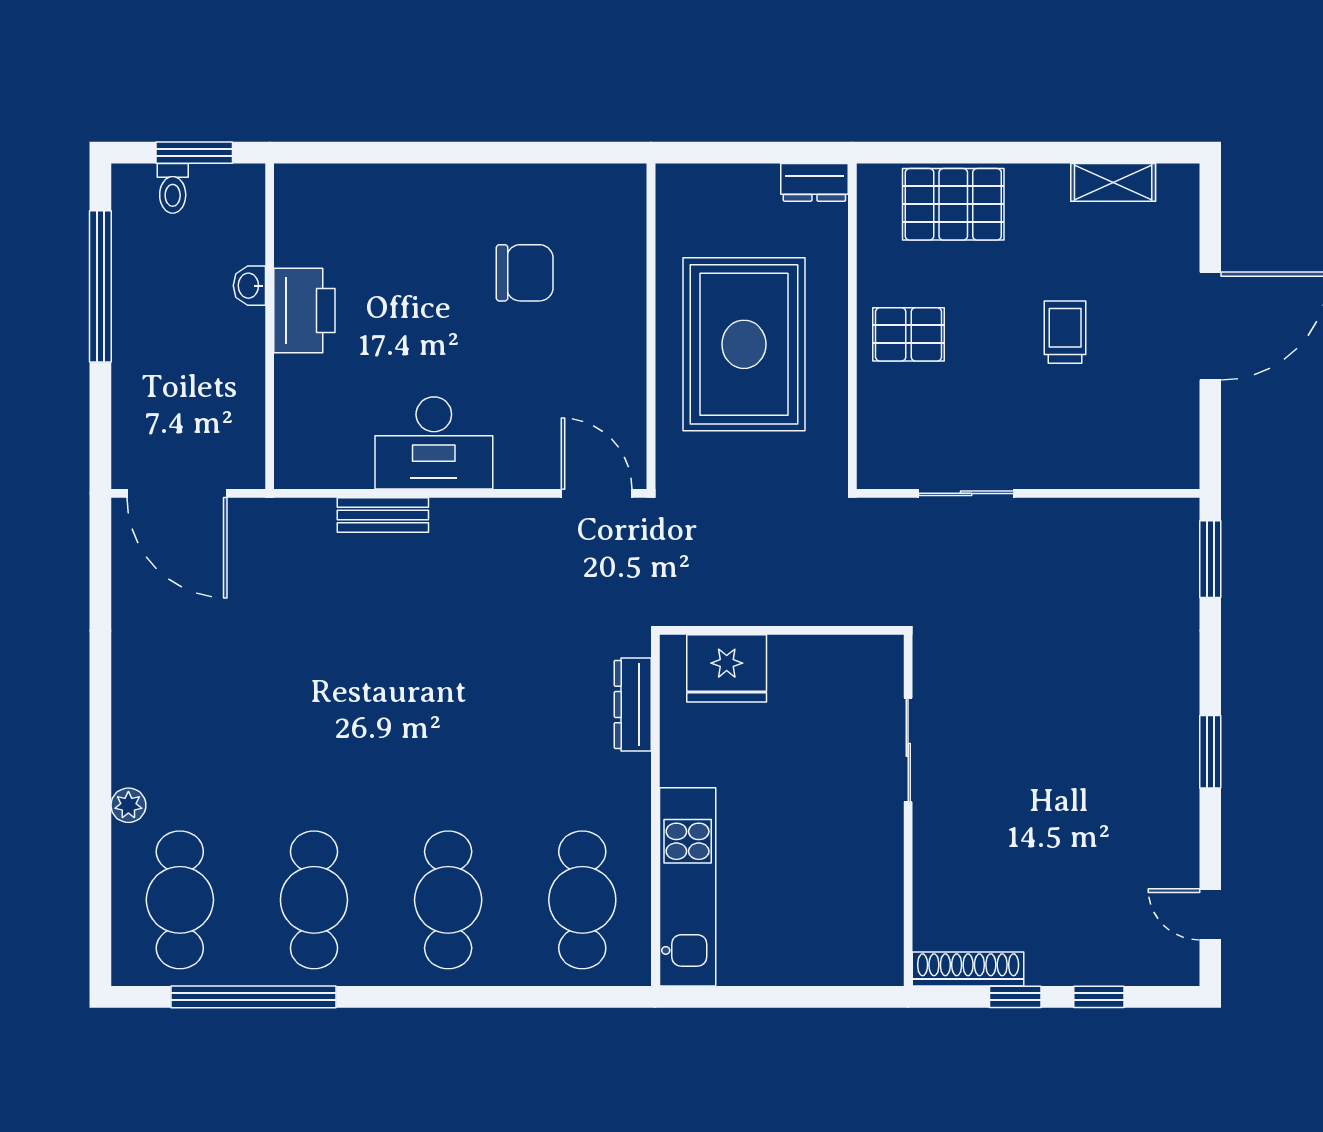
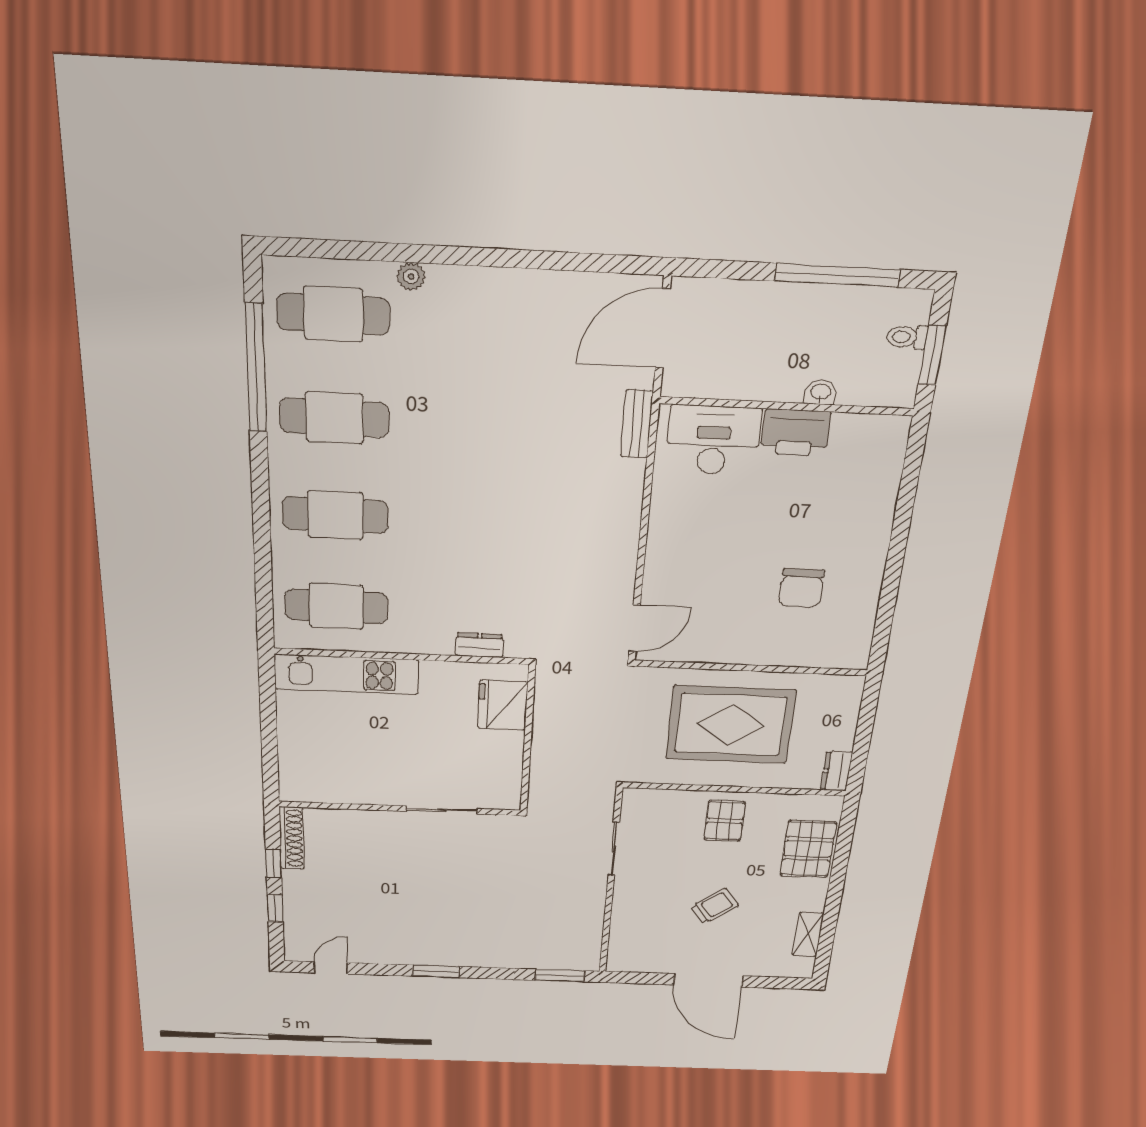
trolley: (1065, 332) -> (715, 906), turned -37
desk: (434, 443) -> (713, 440), moved, turned 90
bench: (383, 515) -> (637, 424), moved
dresser: (633, 704) -> (479, 645), width x0.70

